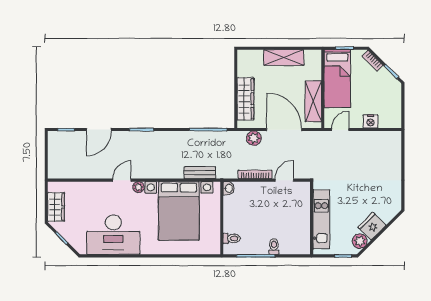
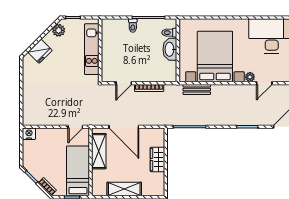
wardrobe: (245, 99) -> (157, 159), width x0.67
nightstand: (371, 121) -> (29, 134), moved
plant: (254, 138) -> (150, 119), removed
washbasin: (229, 188) -> (170, 49), moved, width x1.91, depth x1.45
fridge: (372, 226) -> (40, 51), moved

